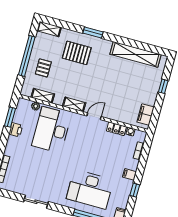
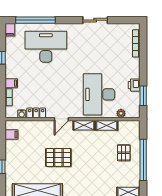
pallet: (77, 53) -> (58, 157), moved
shelving: (43, 96) -> (107, 125), moved
filing cabinet: (146, 114) -> (12, 135), width x0.50
desk: (52, 130) -> (99, 94), turned 180
filing cabinet: (129, 174) -> (11, 83), moved

